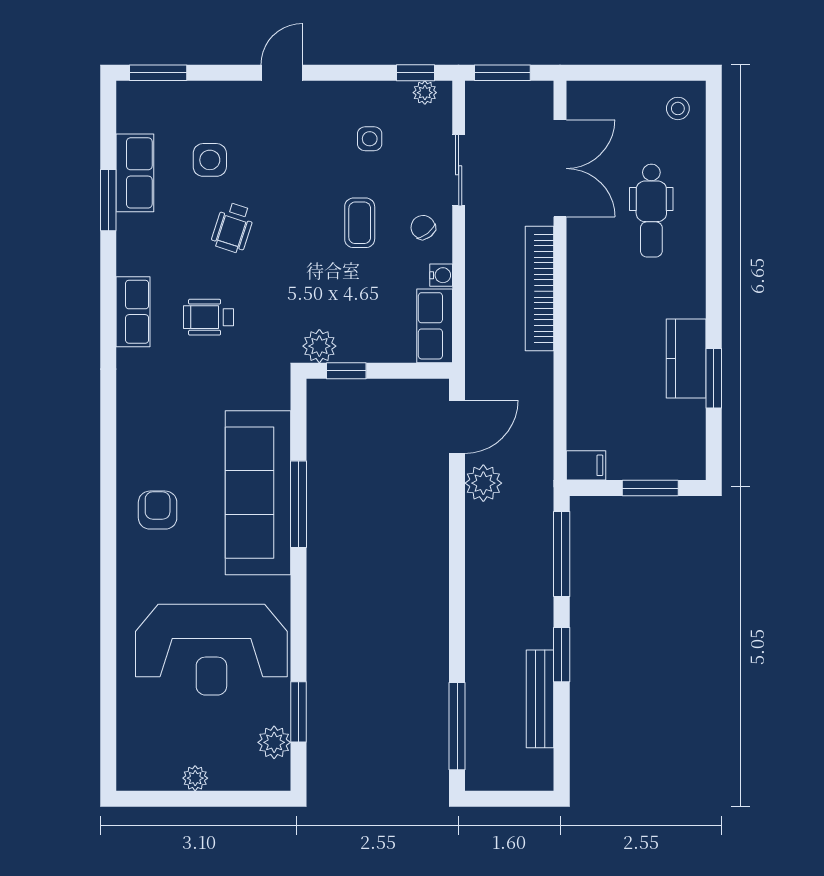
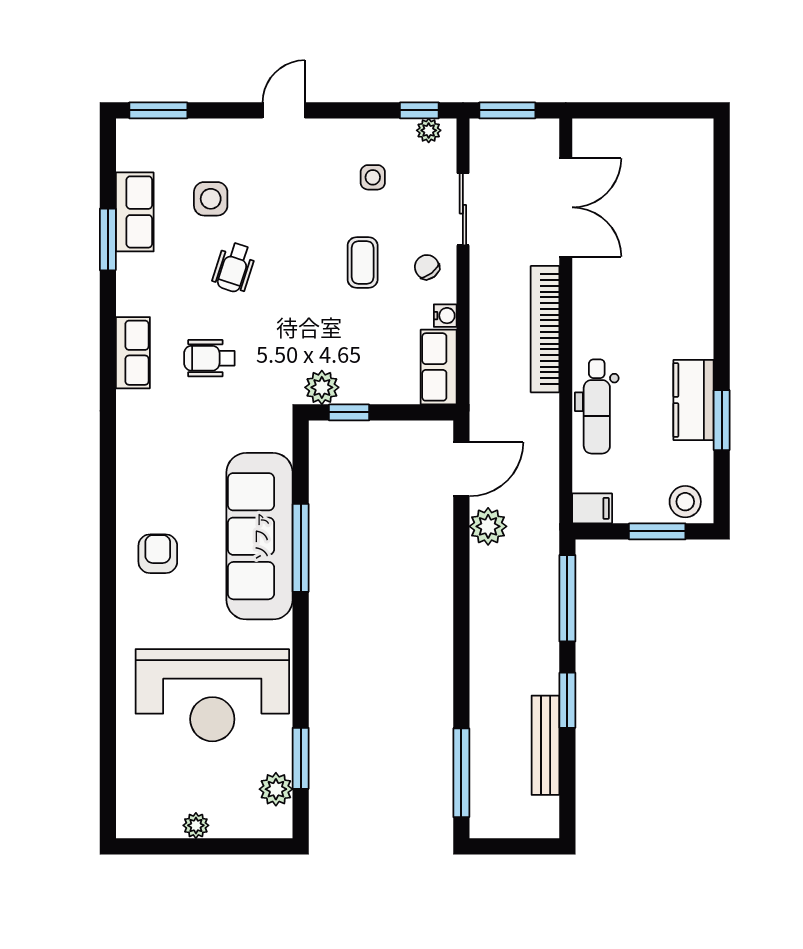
stool: (678, 108) -> (685, 502), moved, width x1.37, depth x1.37
dental chair: (651, 211) -> (597, 406), moved

